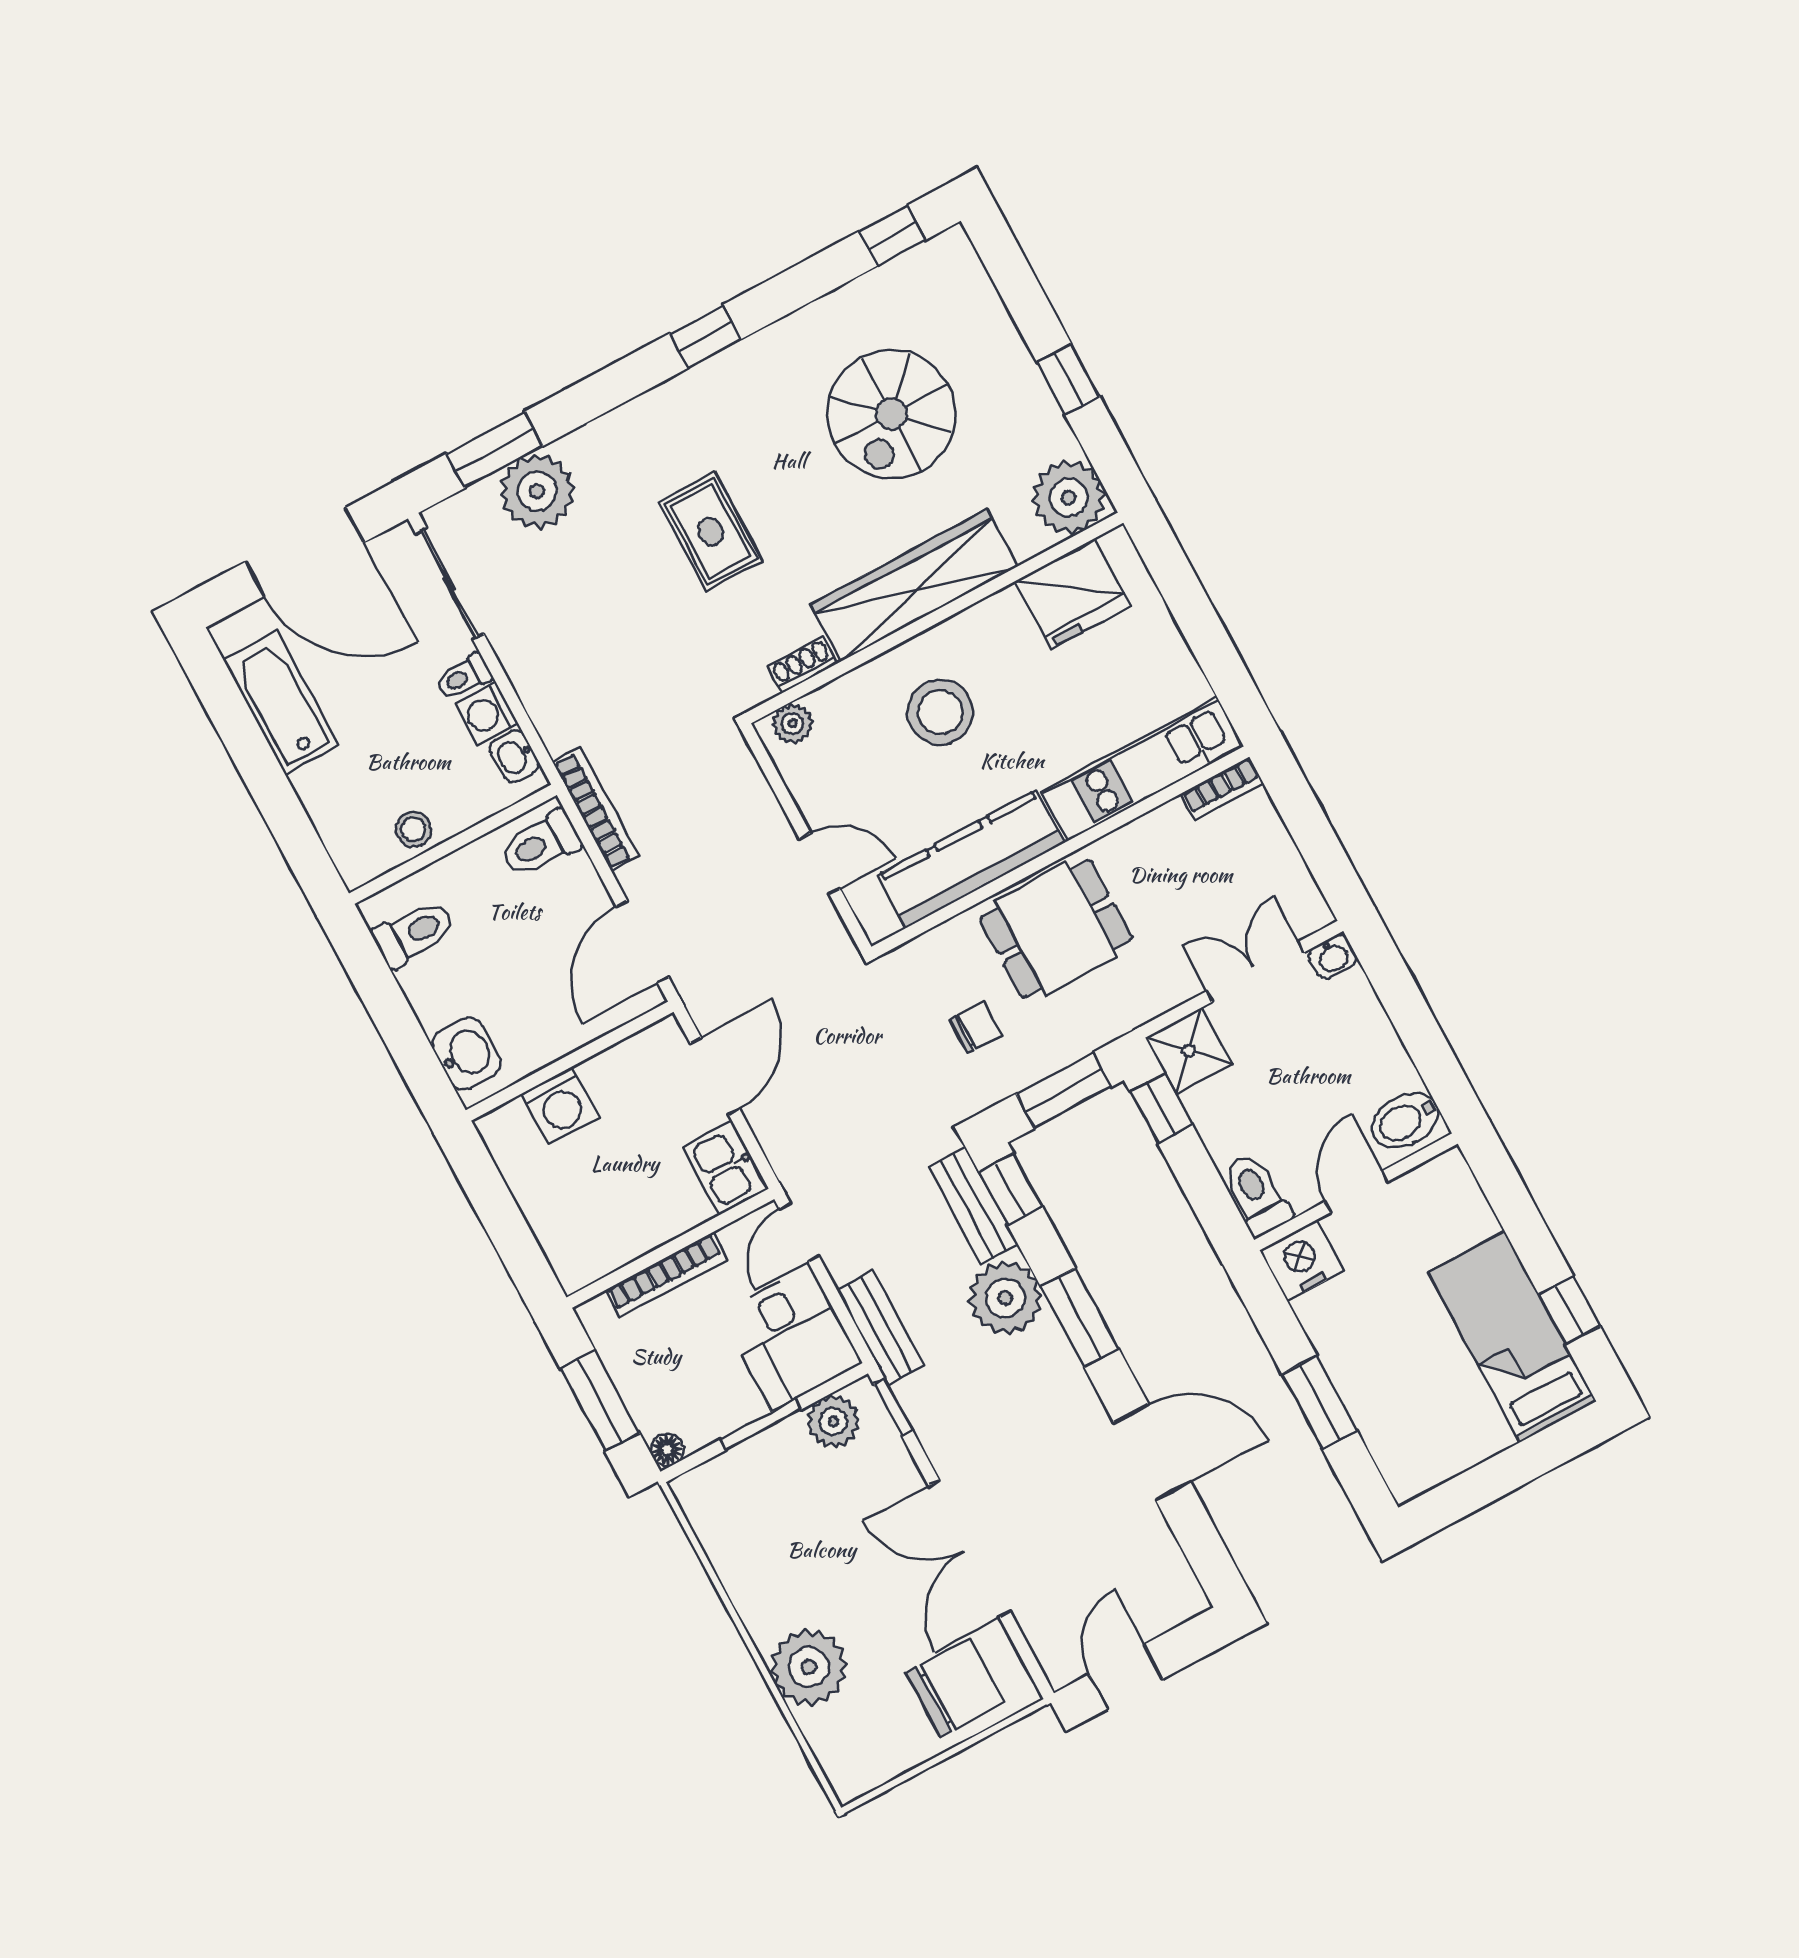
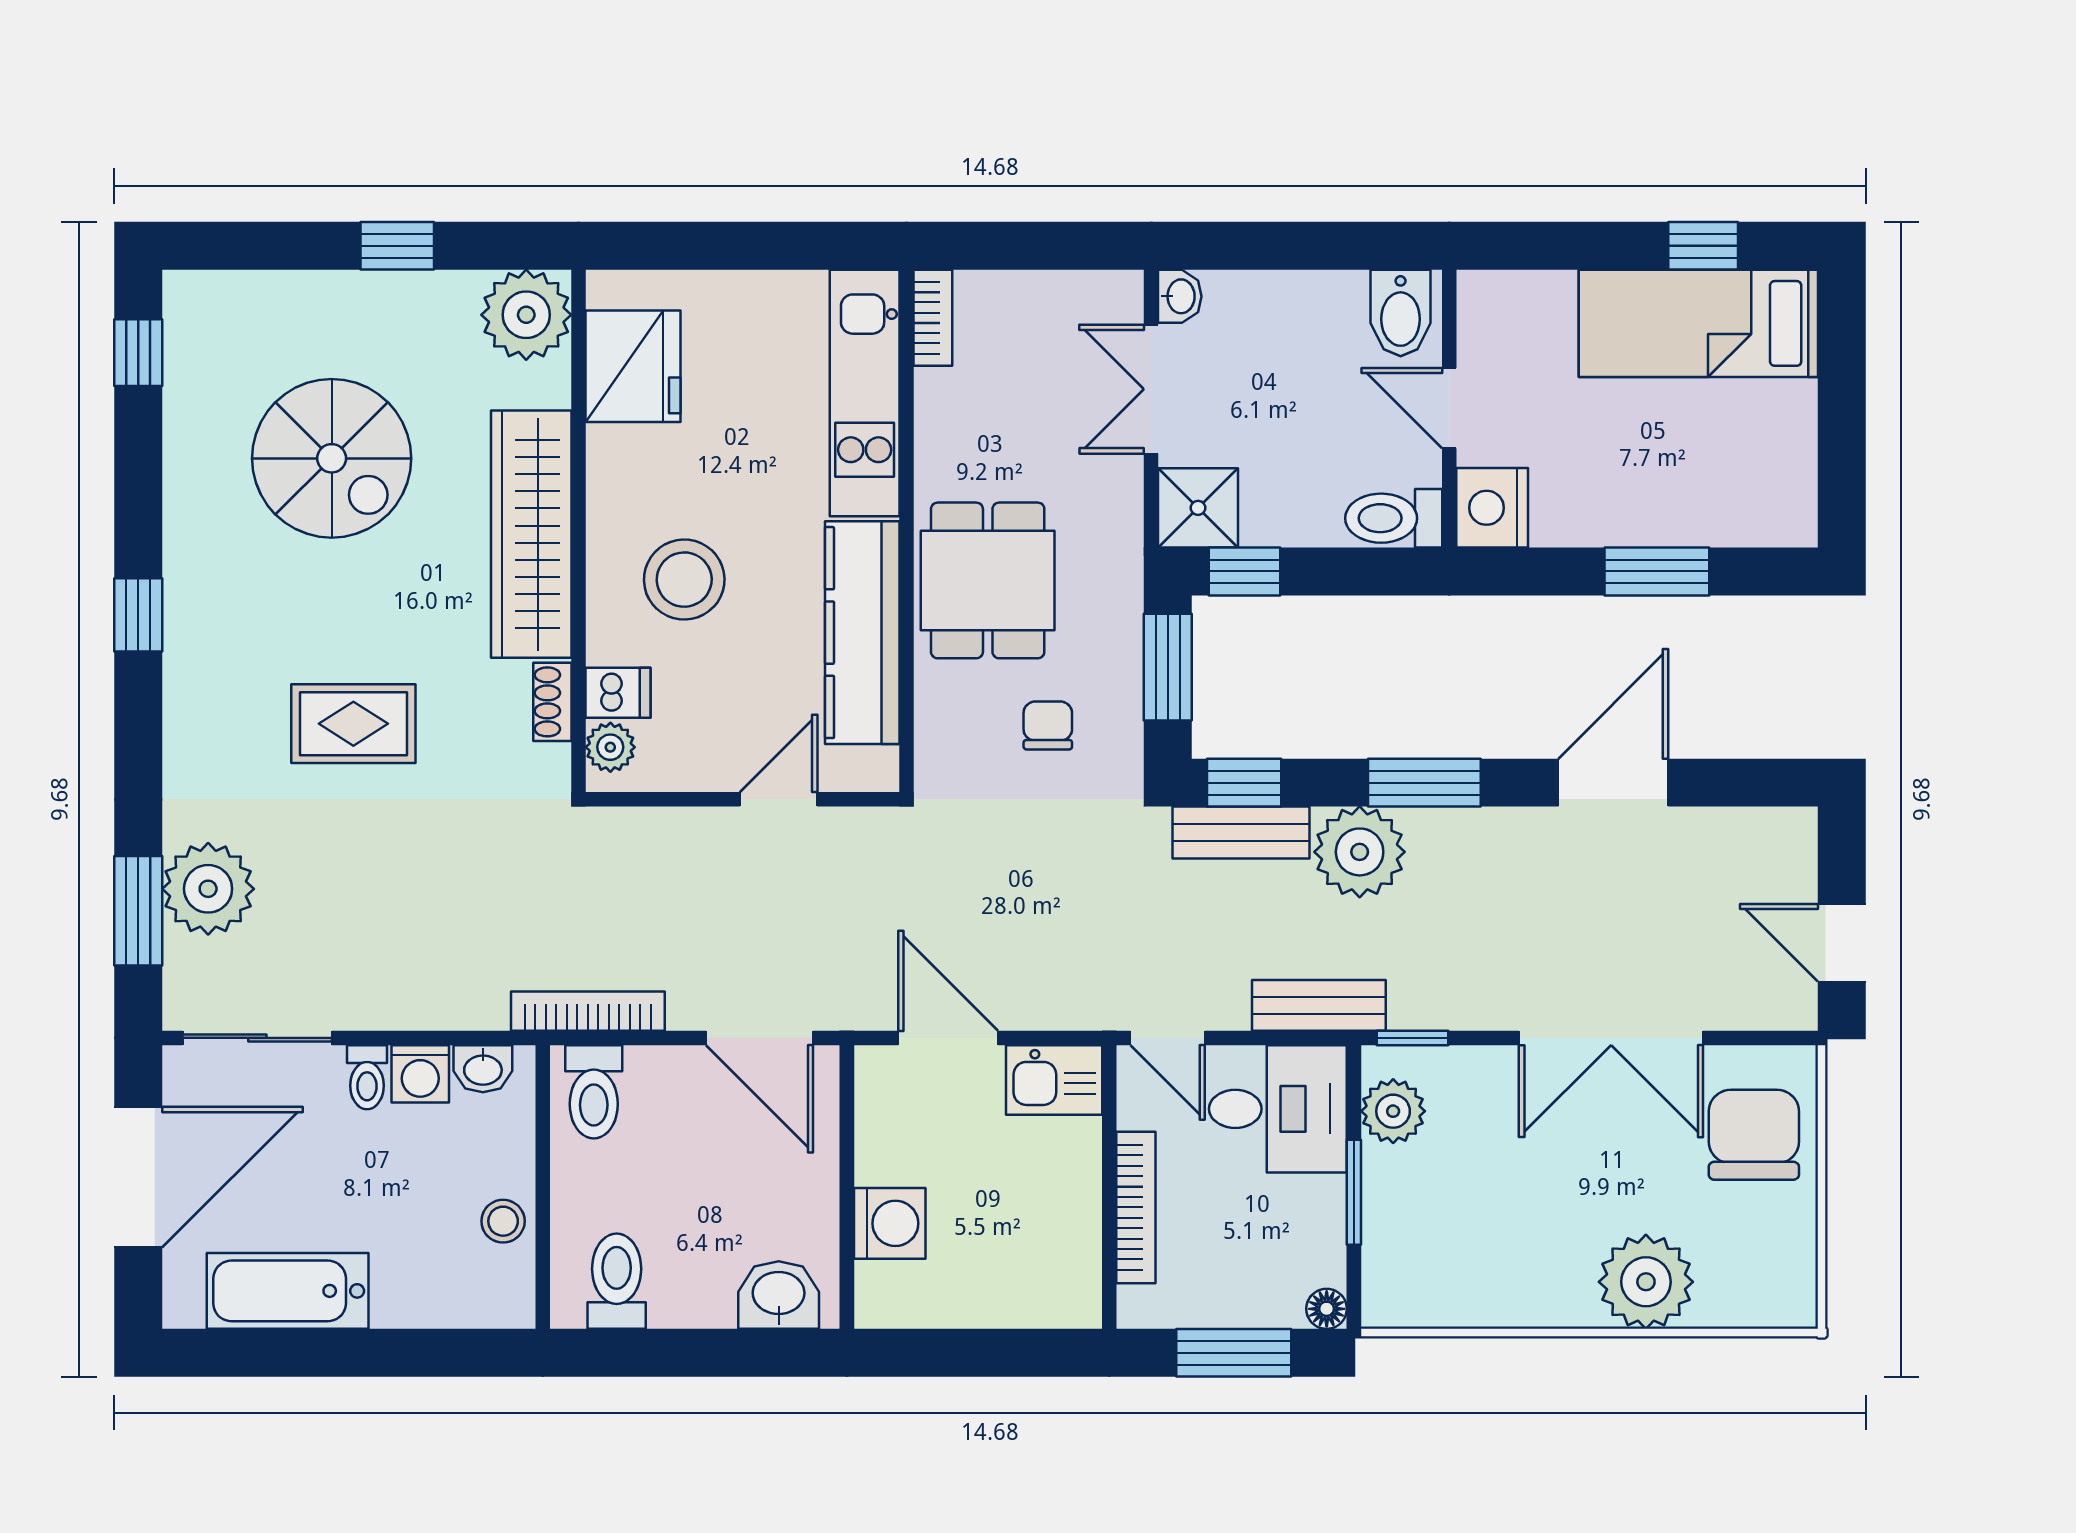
dishwasher: (834, 708) -> (618, 693), added

